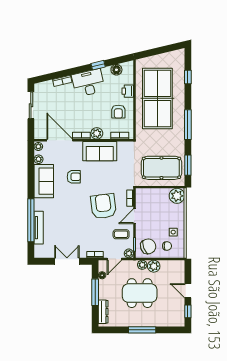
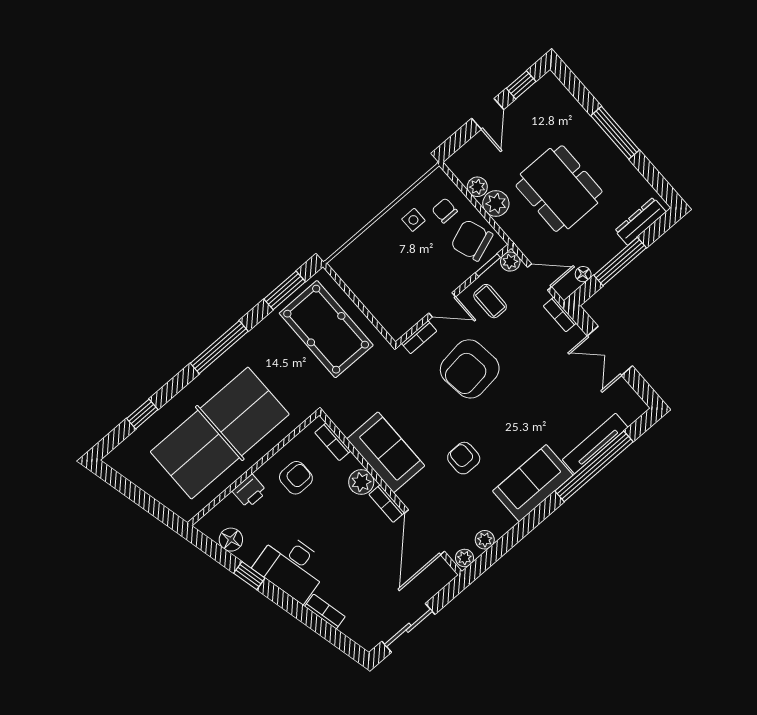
sofa: (44, 181) -> (533, 483), moved
plant: (177, 196) -> (350, 265), removed
plant: (142, 265) -> (477, 187), moved

